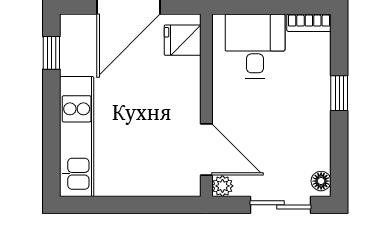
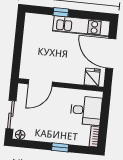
window: (51, 53) -> (61, 12), moved
kitchen unit: (77, 136) -> (81, 26), moved
plant: (222, 186) -> (23, 89), removed

